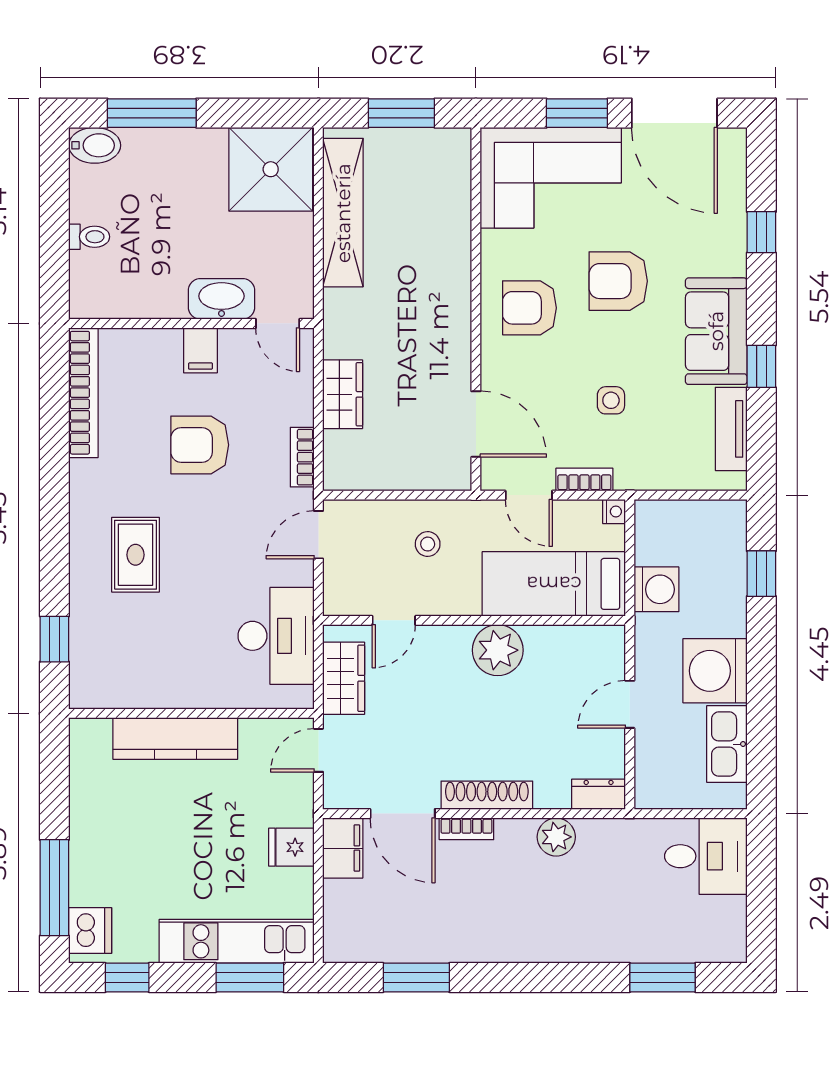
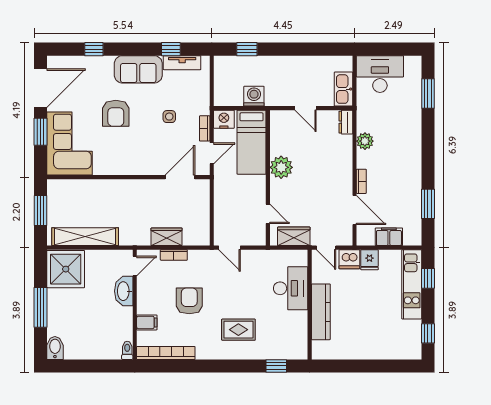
window: (152, 113) -> (41, 307), moved
toilet: (89, 237) -> (127, 350), moved
armchair: (529, 308) -> (128, 153), removed
filing cabinet: (200, 350) -> (147, 322), moved
window: (761, 366) -> (171, 49), moved
armchair: (200, 445) -> (189, 301), turned 180
bookcase: (302, 457) -> (174, 255), moved
nightstand: (614, 512) -> (224, 119), width x1.89, depth x1.79
stool: (428, 544) -> (234, 199), removed
desk: (276, 636) -> (291, 288), moved, turned 90
washing machine: (715, 671) -> (290, 70), removed
kitchen sink: (727, 744) -> (344, 89), moved, turned 90
shoe rack: (487, 795) -> (346, 172), removed
door: (403, 814) -> (354, 210), hinge flipped
filing cabinet: (343, 848) -> (389, 237), moved
desk: (706, 856) -> (380, 74), width x1.37
window: (54, 888) -> (388, 366), removed
dishwasher: (90, 931) -> (349, 259), moved, turned 180
window: (250, 978) -> (428, 278), width x0.67

